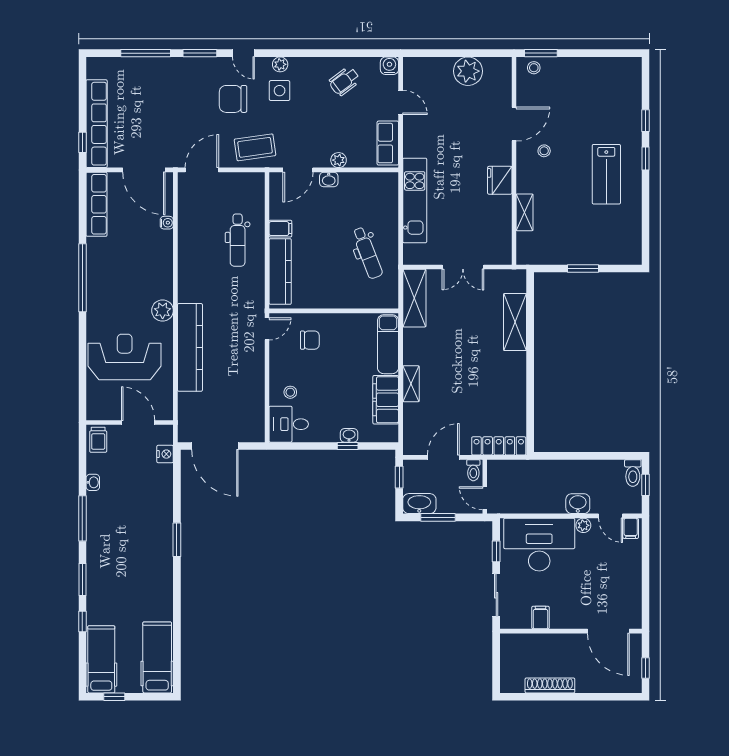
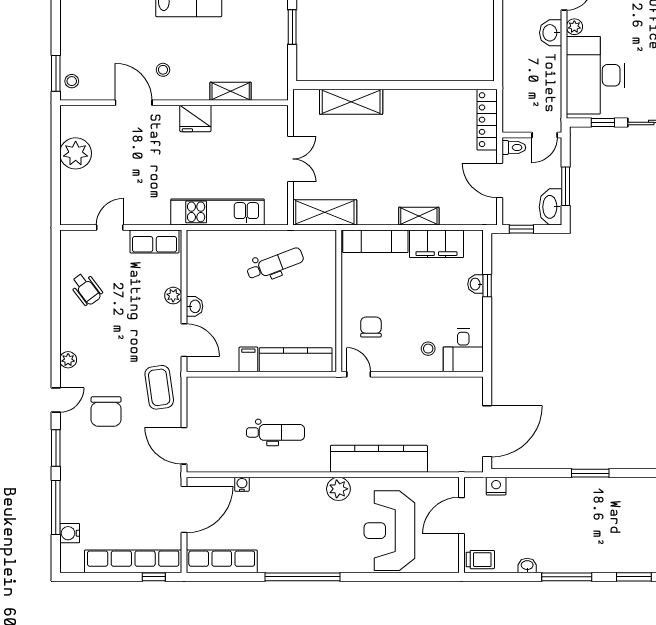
water cooler: (389, 66) -> (70, 533), moved
side table: (280, 91) -> (97, 360), removed
dental chair: (238, 240) -> (276, 432), moved

